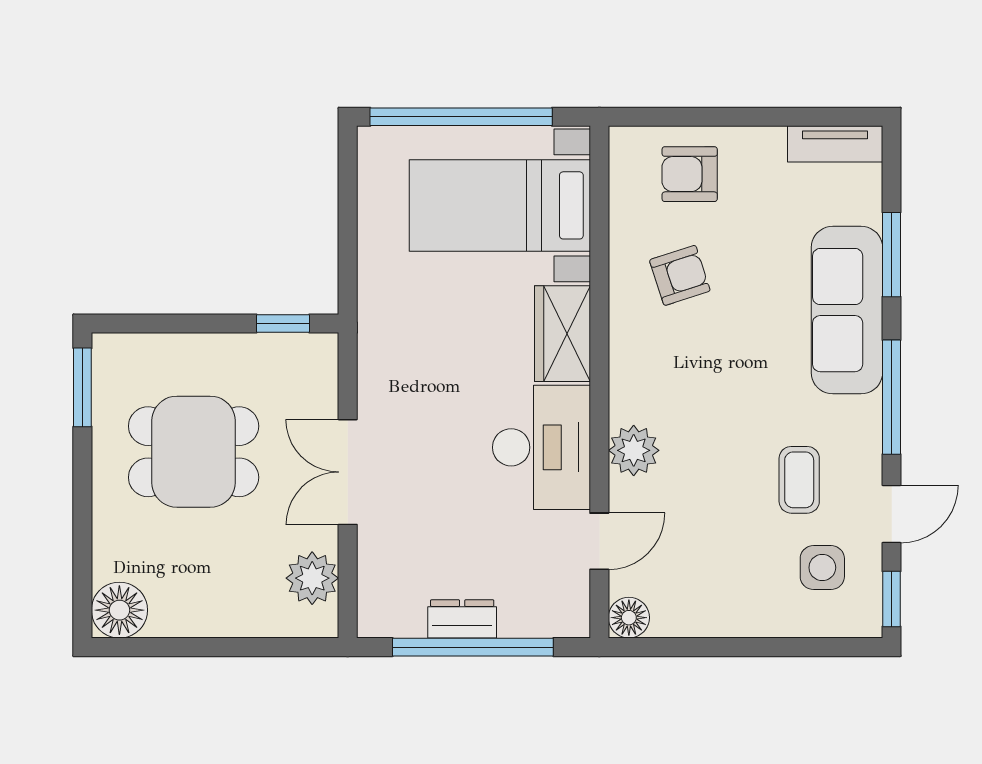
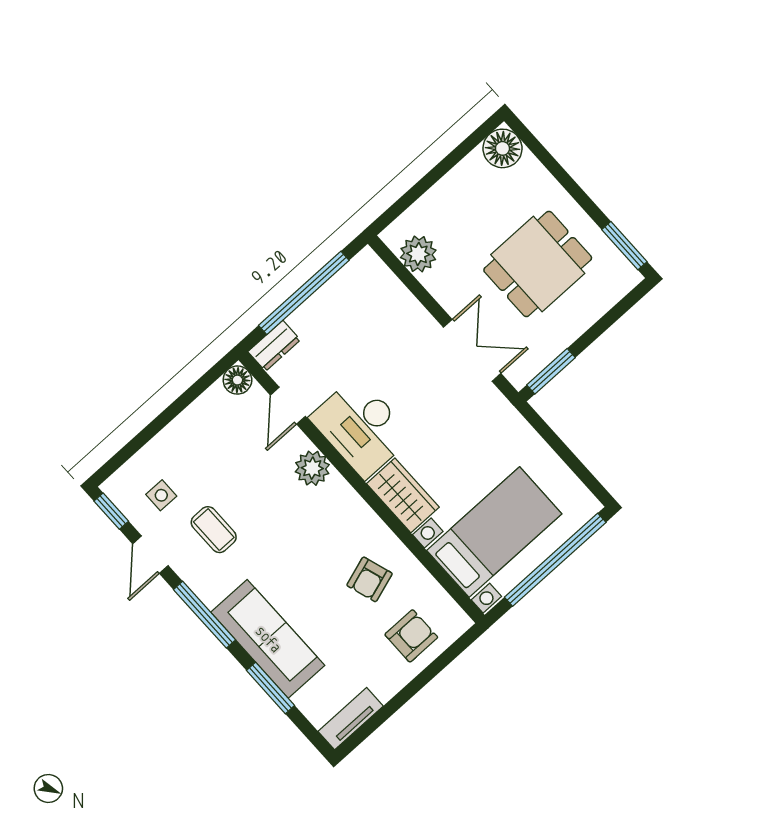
window: (283, 324) -> (551, 371), width x1.50
double door: (348, 472) -> (472, 350), moved
side table: (822, 568) -> (161, 495), width x0.73, depth x0.73
dresser: (462, 619) -> (274, 346), moved

